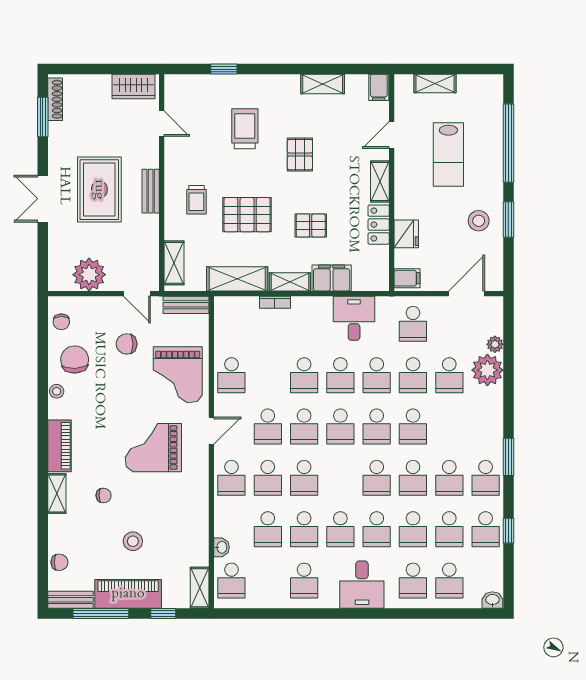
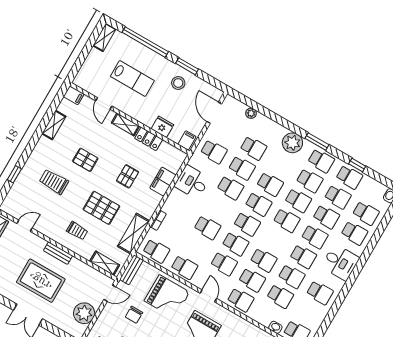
shelving: (435, 84) -> (104, 37), moved
pallet: (247, 215) -> (101, 208), turned 90
shelving: (290, 282) -> (152, 206), removed
plant: (487, 370) -> (292, 143), moved
school desk: (340, 375) -> (156, 251), moved

